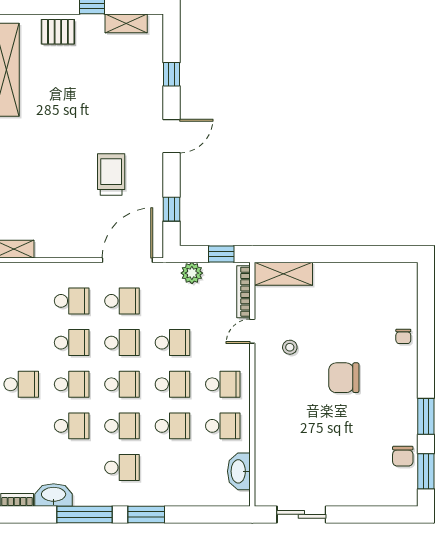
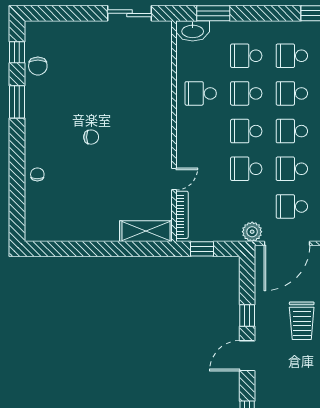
window: (171, 209) -> (247, 315), moved
plant: (192, 273) -> (252, 232), moved
stool: (290, 347) -> (140, 165), removed
chair: (344, 378) -> (91, 137), width x0.54, depth x0.54
school desk: (223, 384) -> (246, 56), moved
chair: (403, 456) -> (38, 66), turned 180
washbasin: (239, 471) -> (193, 31), moved, turned 90
window: (426, 471) -> (17, 52), width x0.67
window: (146, 514) -> (213, 13), moved

